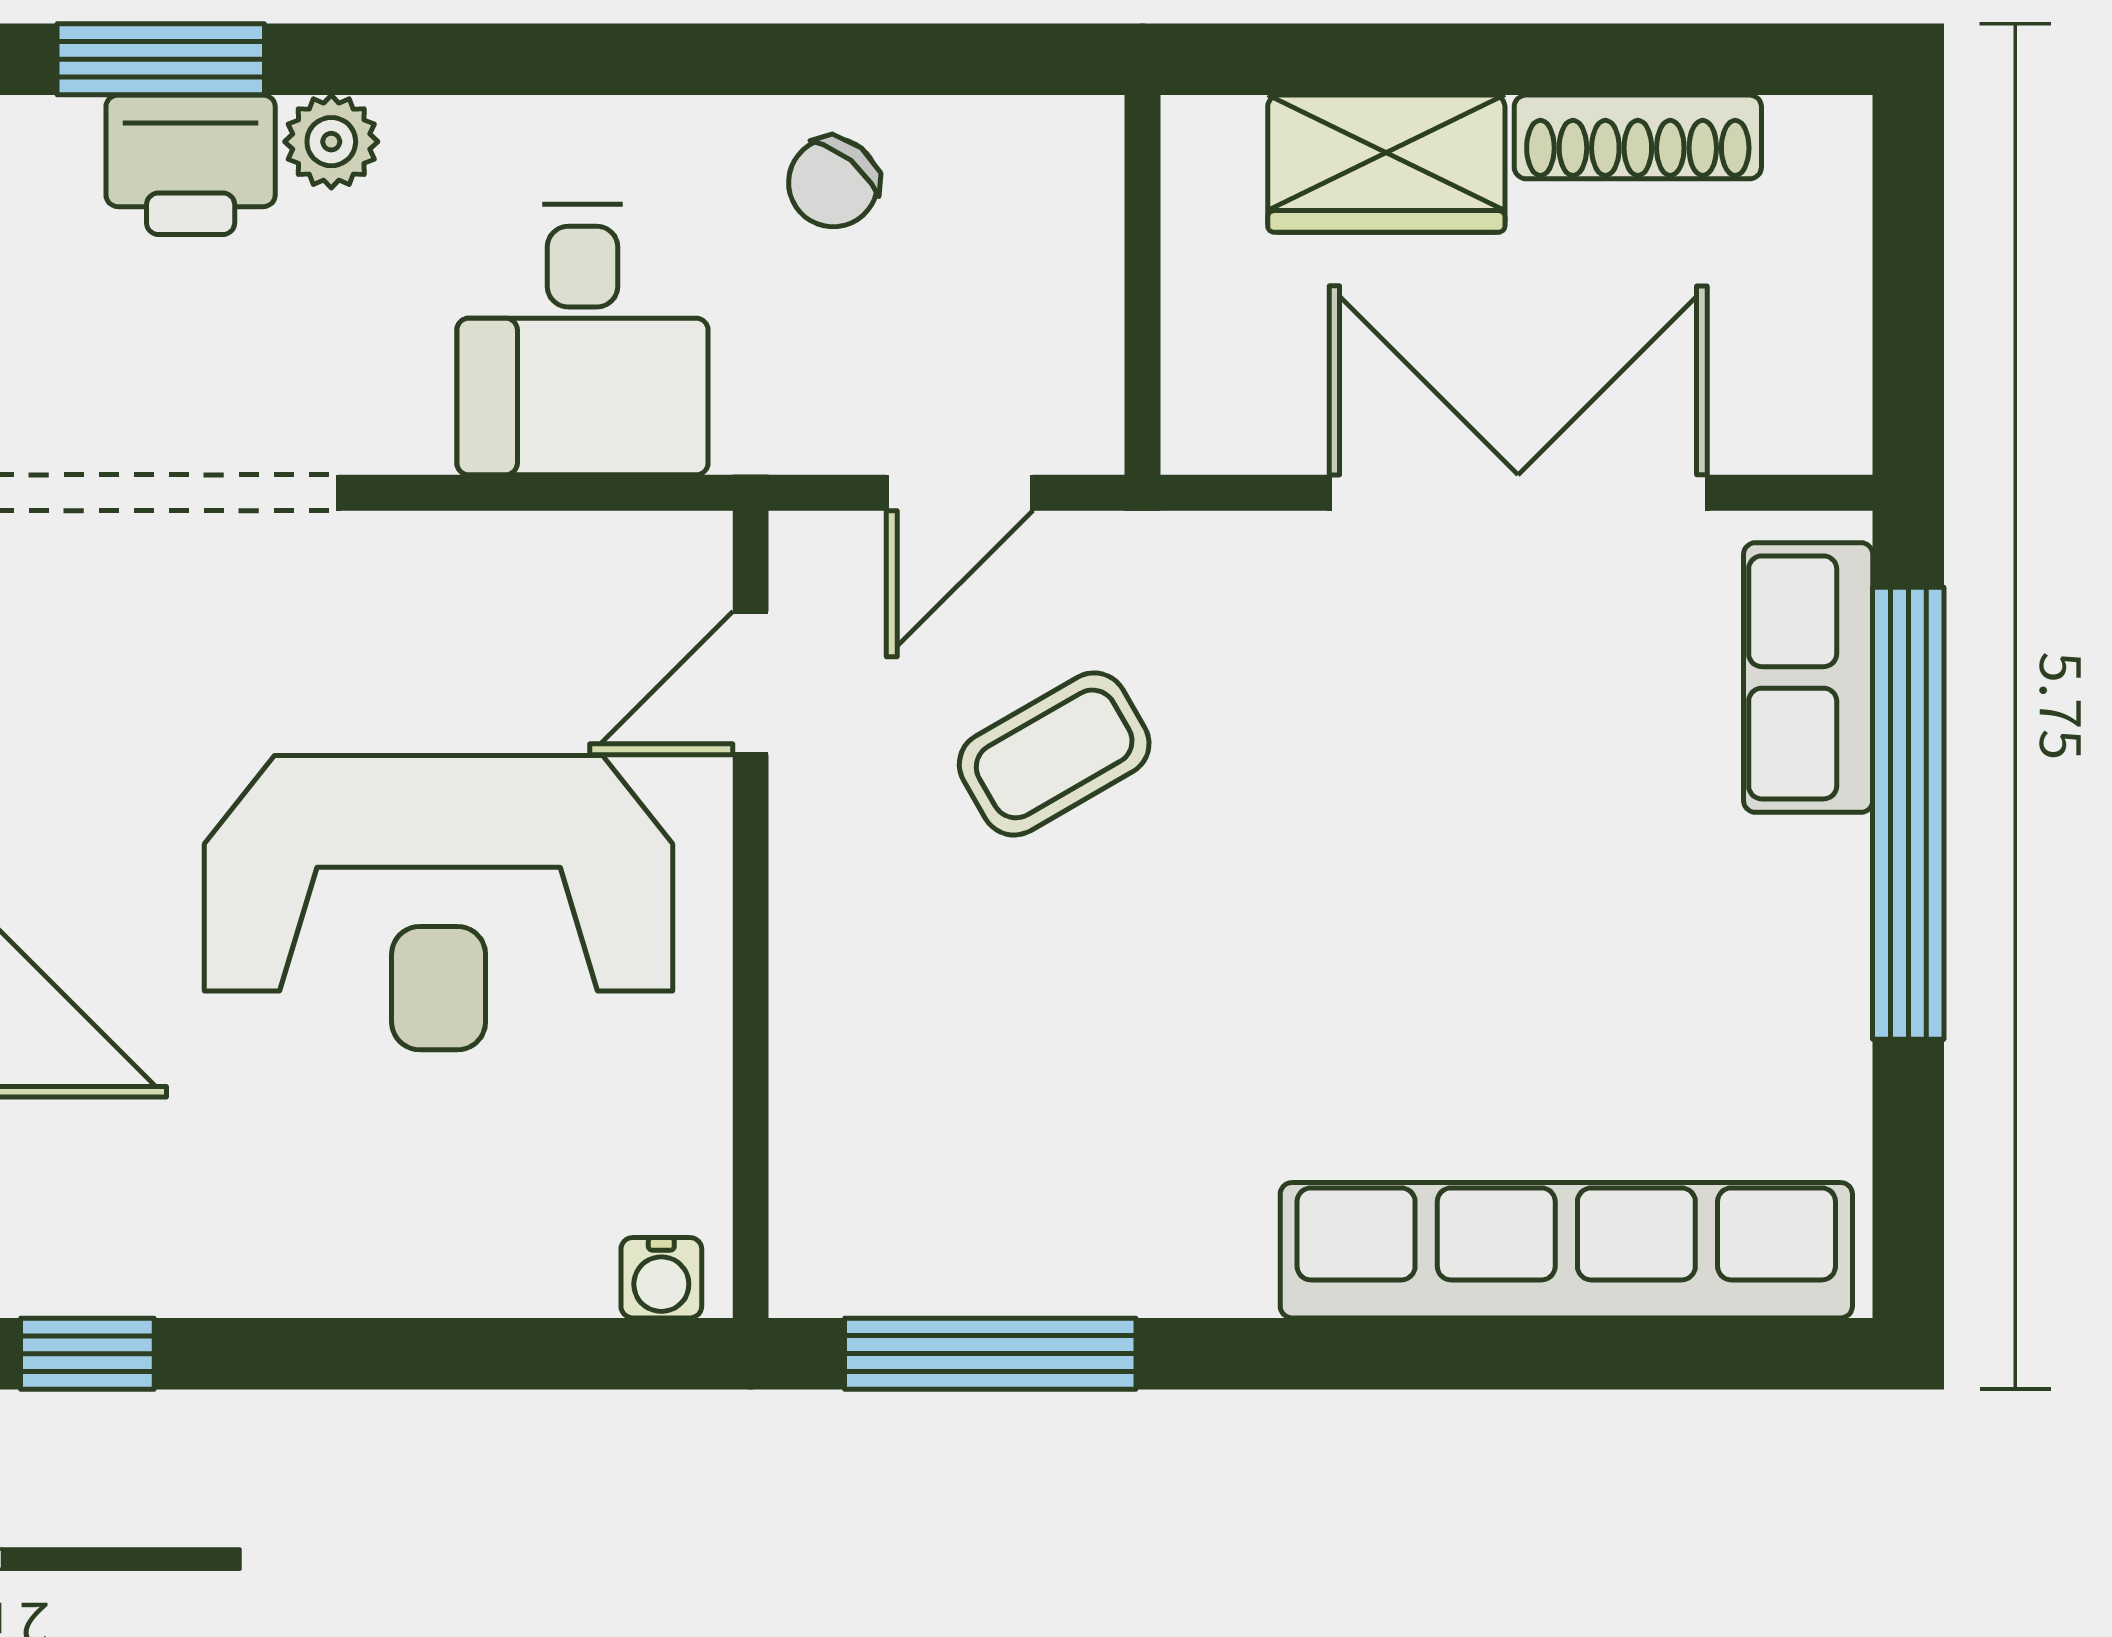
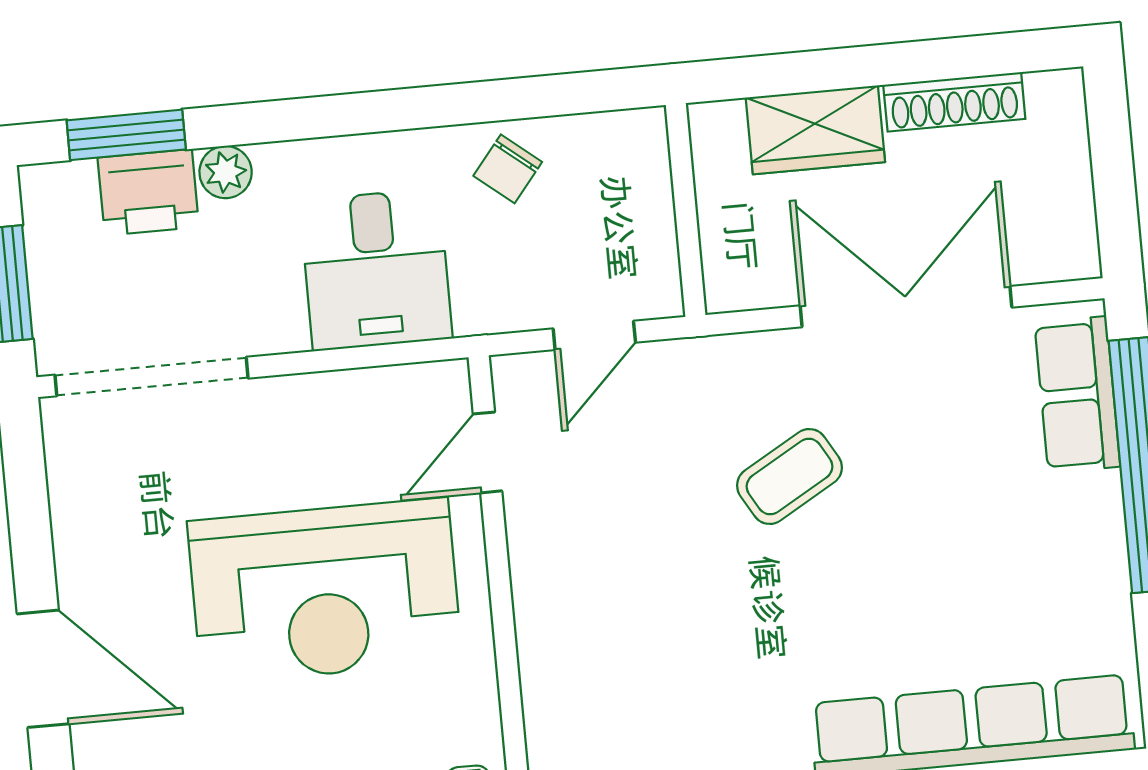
coffee table: (1054, 754) -> (789, 476), moved

